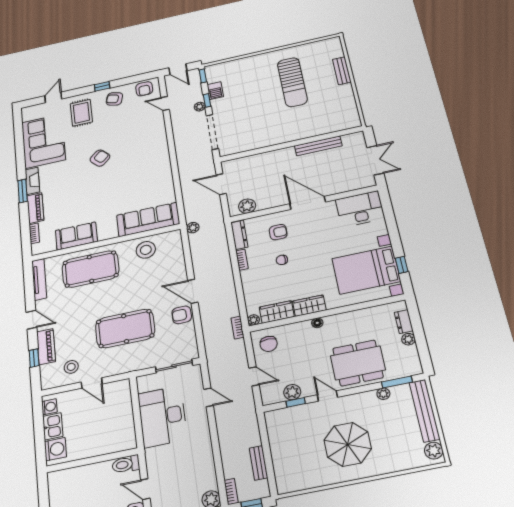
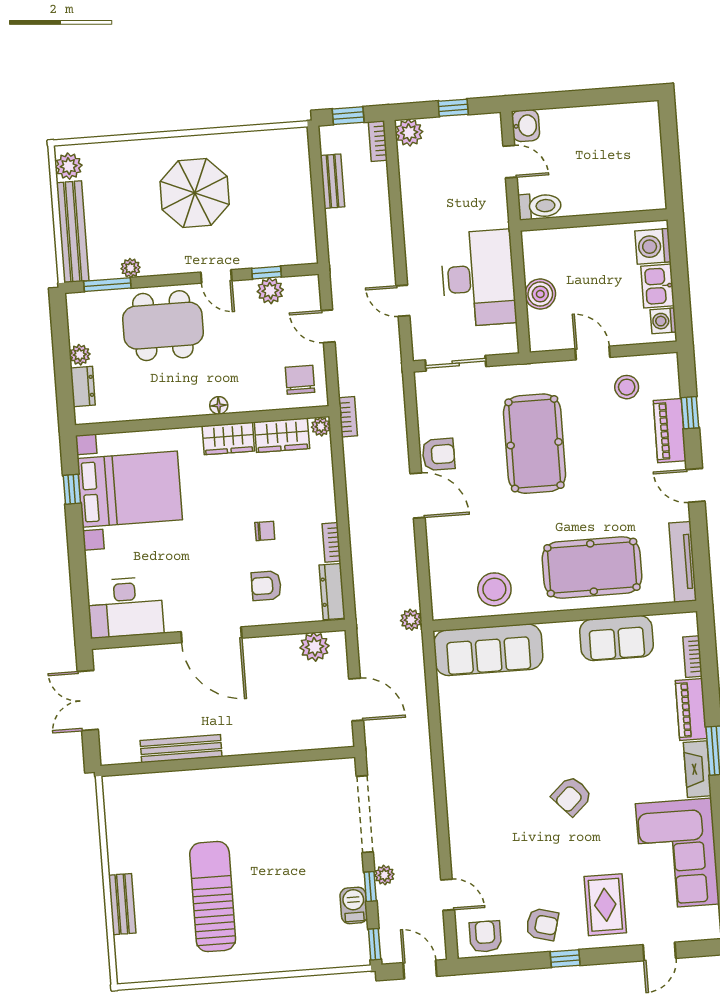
pool table: (125, 329) -> (535, 444), turned 90
boiler: (124, 412) -> (540, 294), added

